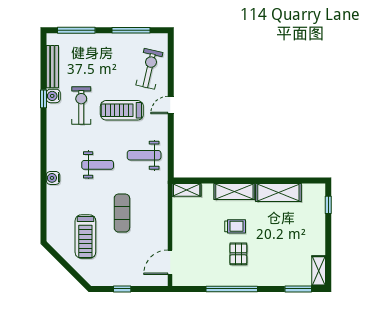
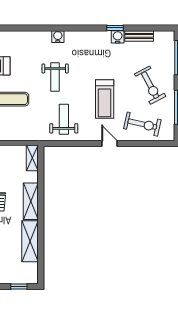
bench: (52, 67) -> (139, 36), width x0.73
exercise bike: (81, 106) -> (150, 85), moved, turned 62
treadmill: (122, 110) -> (105, 99), turned 180
water cooler: (53, 178) -> (58, 37), moved

